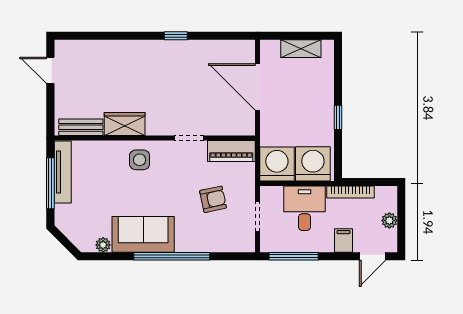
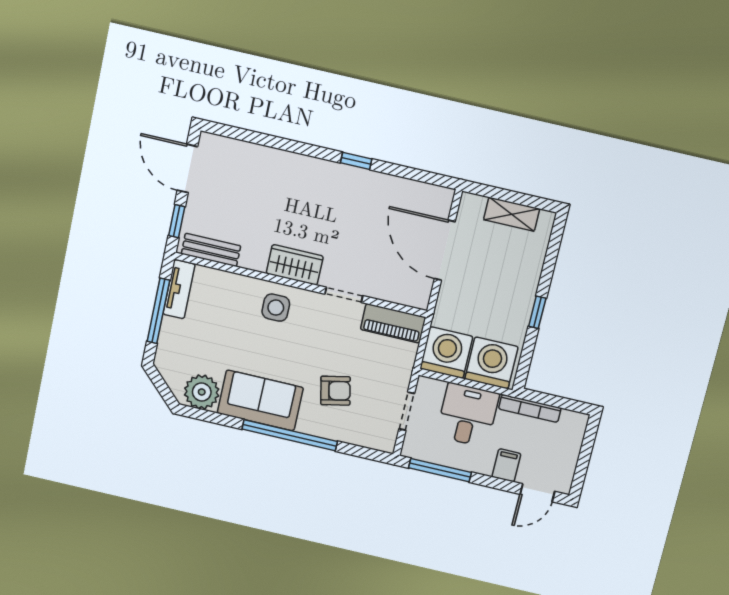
door: (50, 70) -> (187, 168), width x1.38
window: (50, 112) -> (177, 221), added
wardrobe: (125, 124) -> (295, 265), moved
tv unit: (63, 172) -> (179, 289), width x0.71
armchair: (213, 199) -> (335, 391), moved
plant: (389, 220) -> (569, 454), removed
plant: (103, 245) -> (202, 392), width x1.88, depth x1.88

